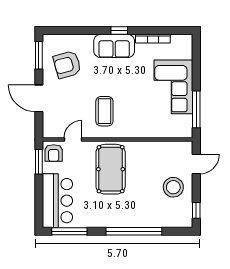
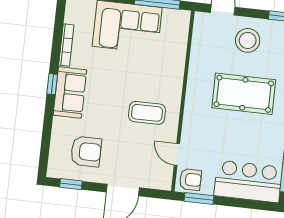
window: (39, 55) -> (71, 184), width x0.67
armchair: (67, 65) -> (86, 151), turned -75
pool table: (111, 169) -> (244, 94), moved

